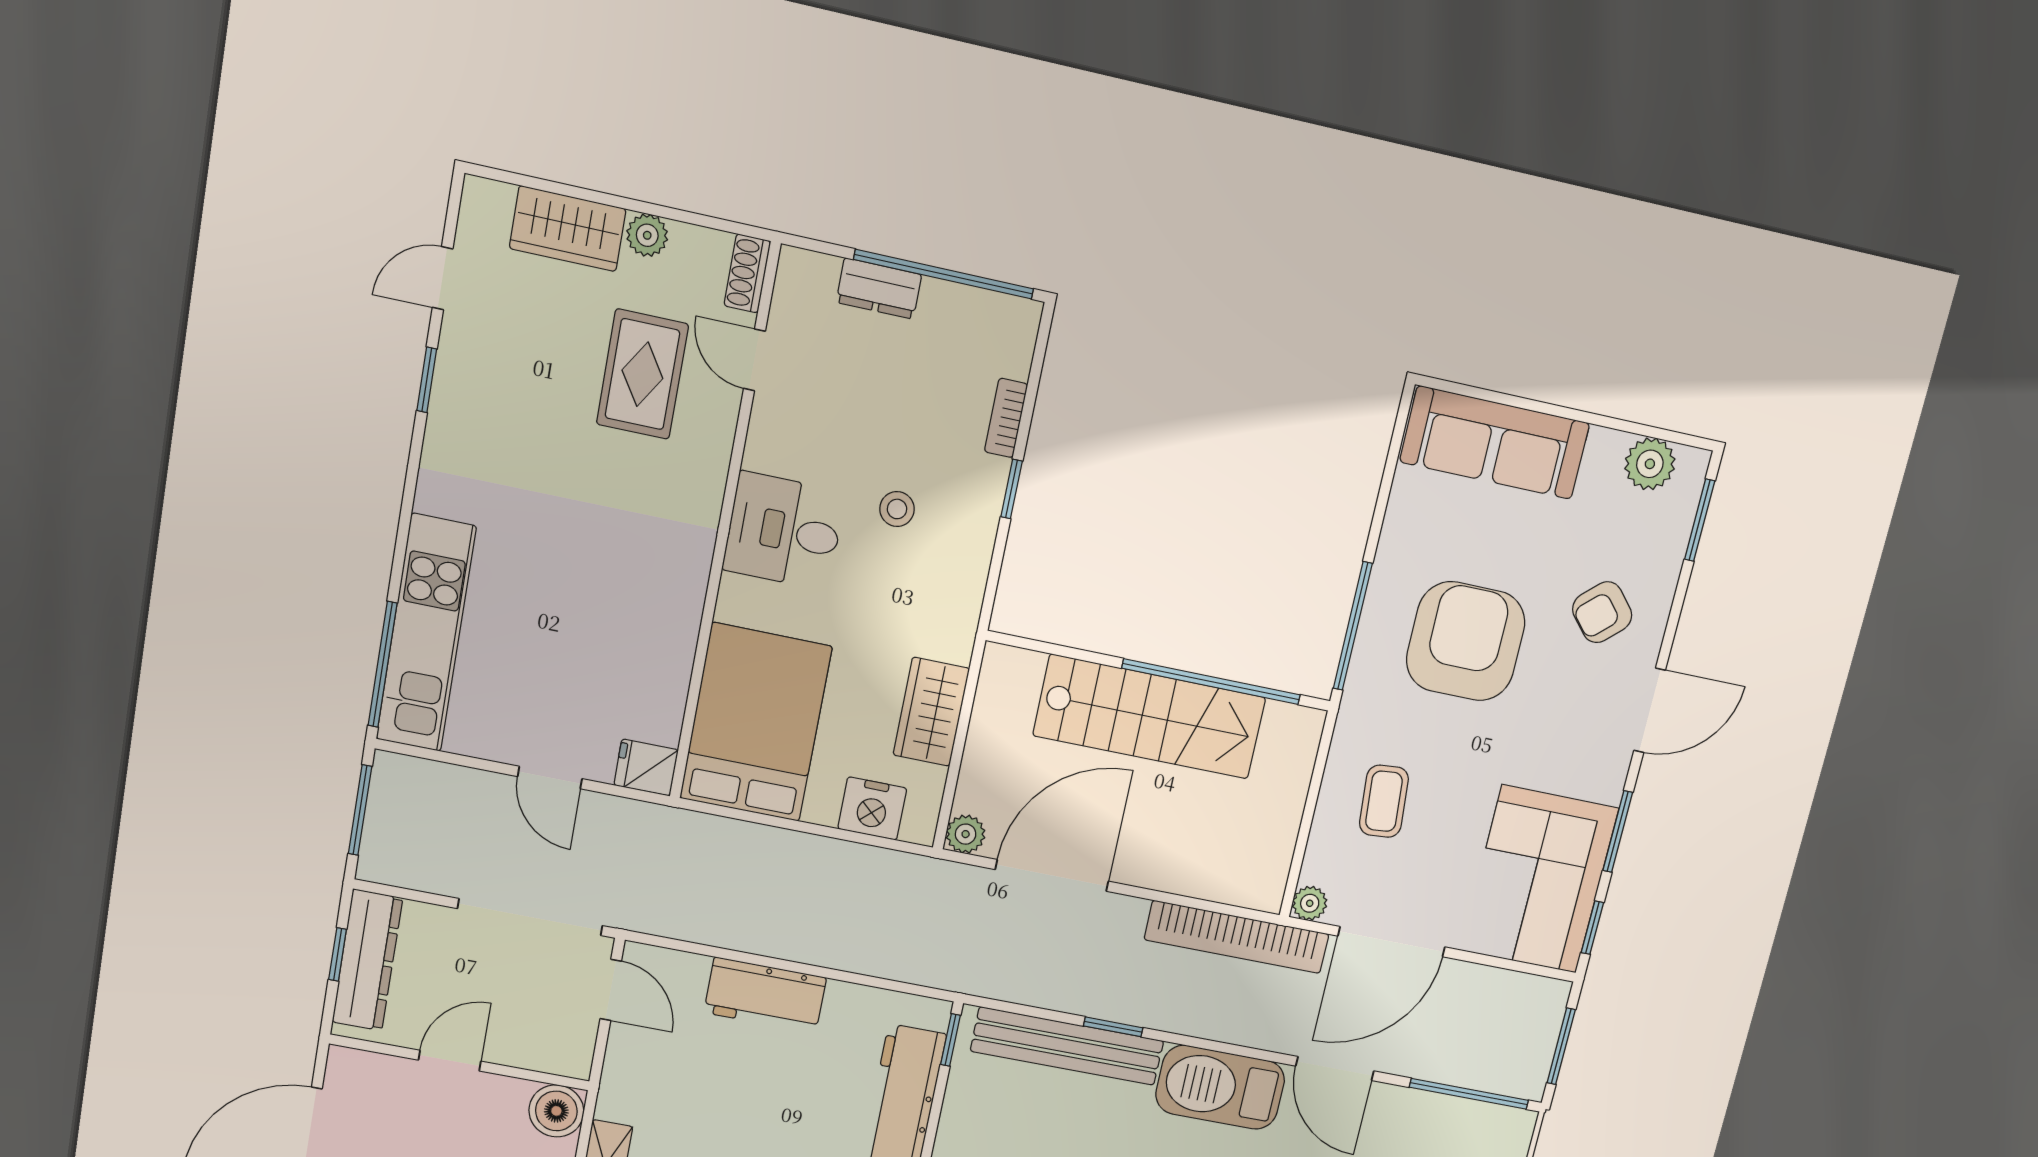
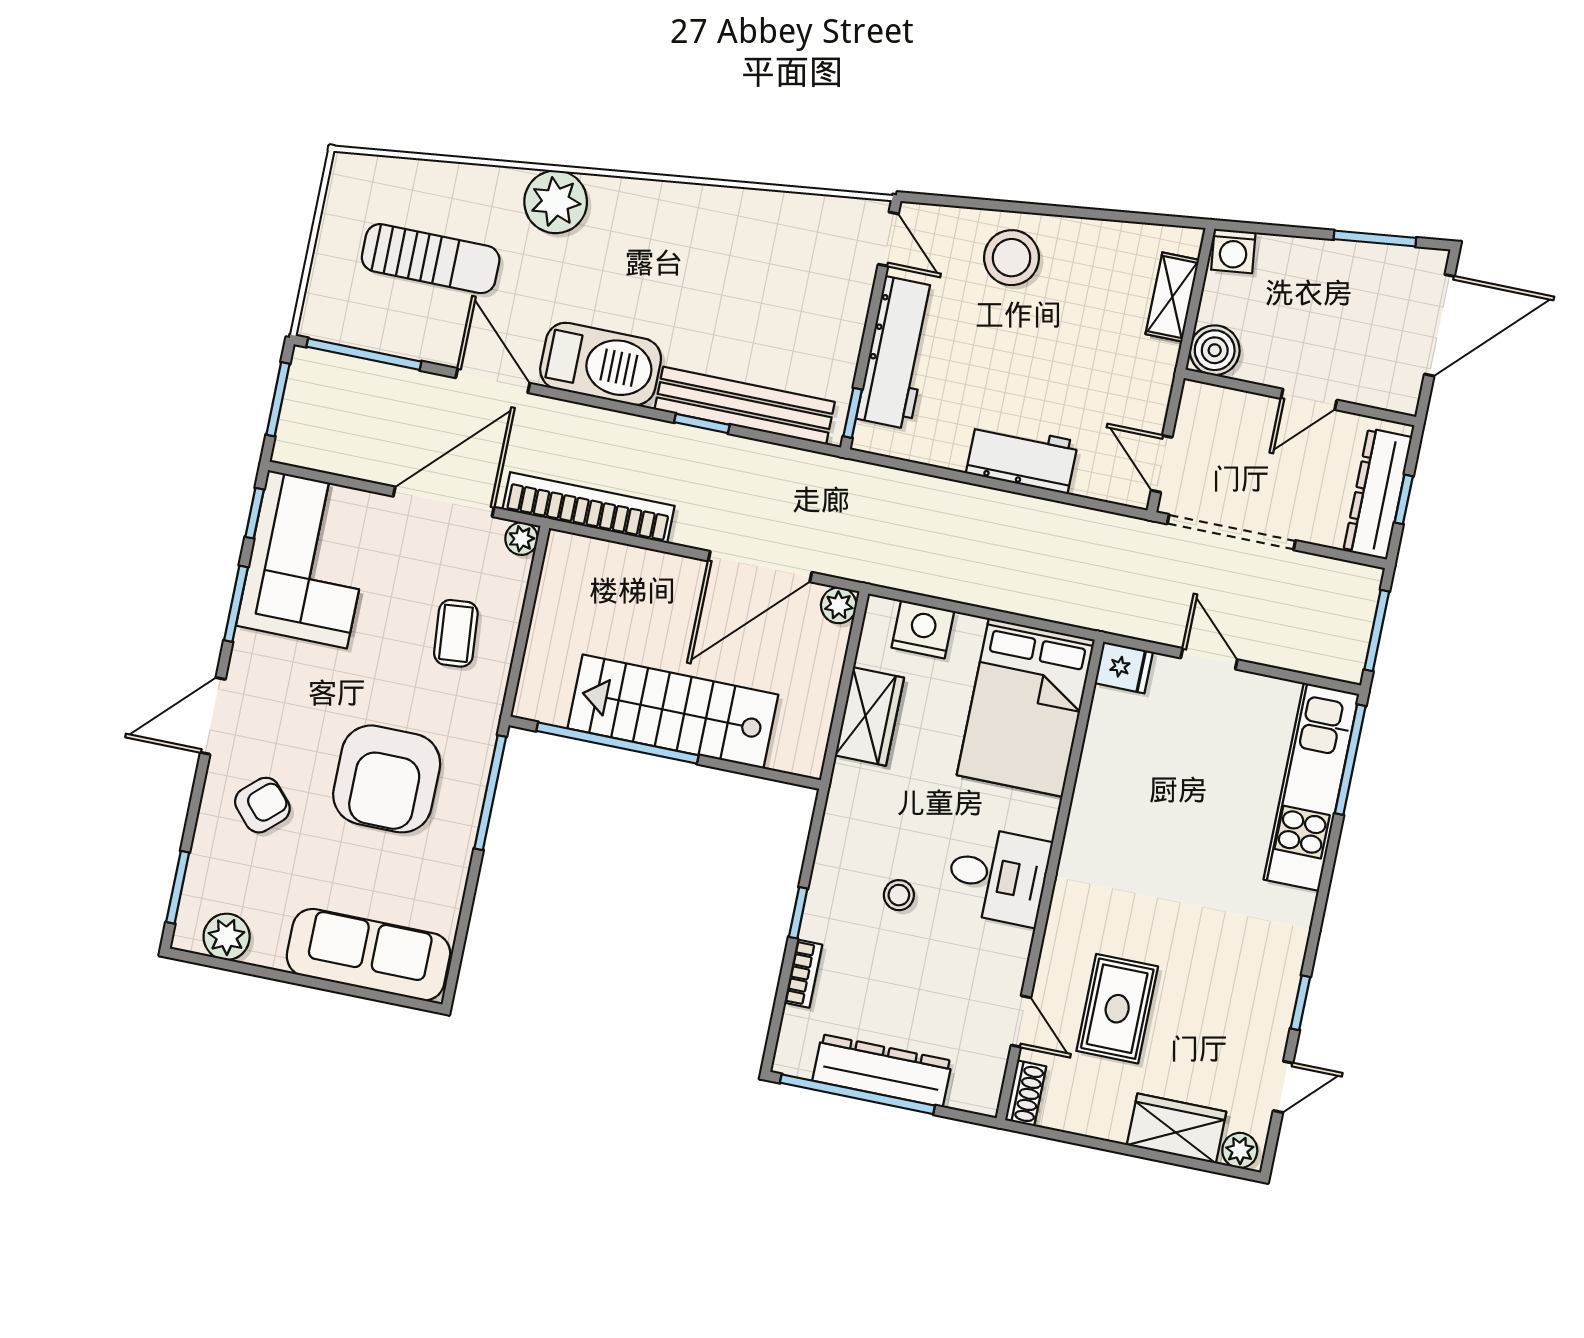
plant: (647, 235) -> (1240, 1150), moved
dresser: (879, 288) -> (882, 1071), width x1.96, depth x1.24

